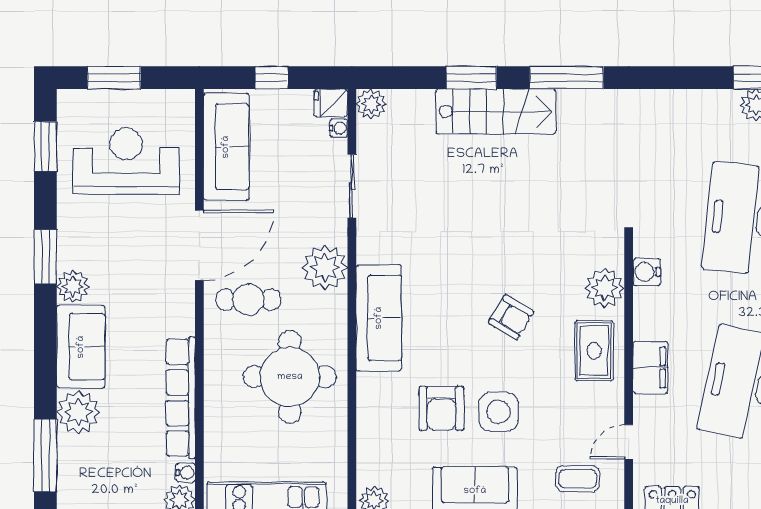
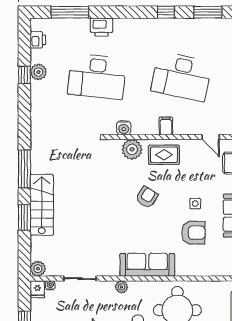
plant: (325, 267) -> (121, 287), width x0.53, depth x0.53
filing cabinet: (650, 367) -> (166, 126), width x0.50
side table: (498, 412) -> (195, 204), width x0.54, depth x0.54

